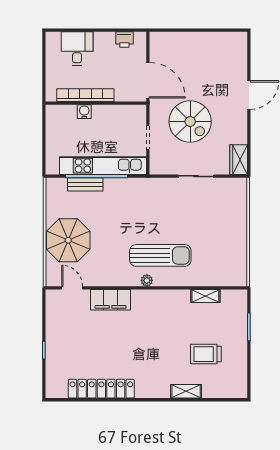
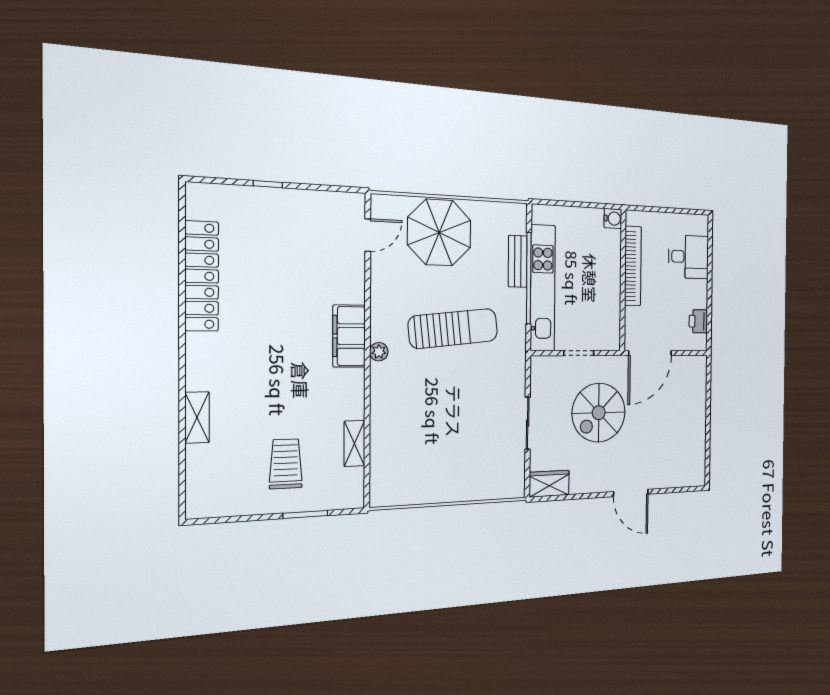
water cooler: (84, 112) -> (613, 219), moved
sun lounger: (160, 255) -> (453, 328), moved, turned -96
filing cabinet: (111, 300) -> (349, 336), moved
trolley: (206, 354) -> (286, 464), moved

